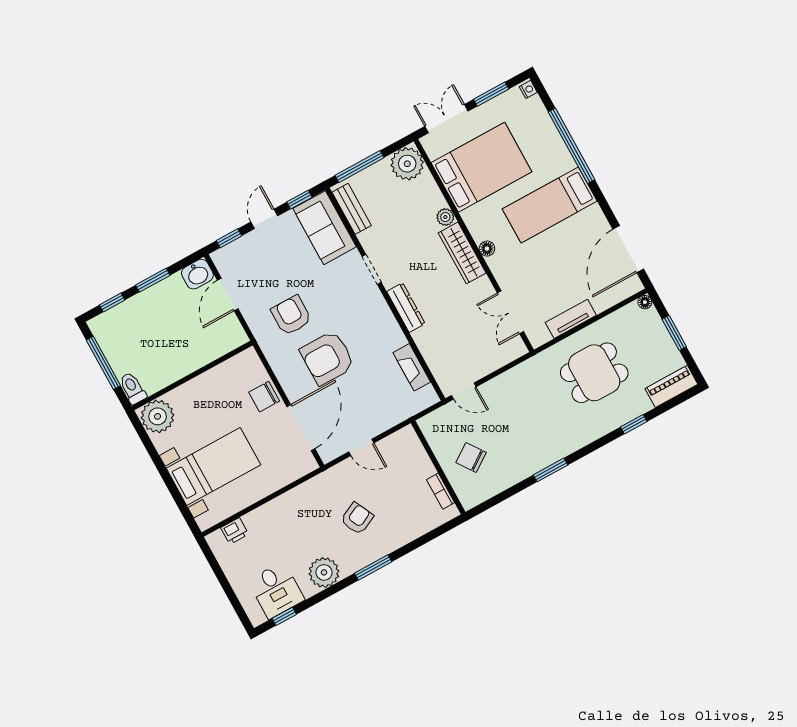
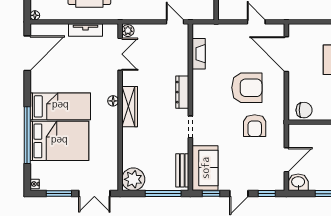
bed: (481, 167) -> (59, 141), moved, turned 180
plant: (445, 217) -> (128, 31), moved
chair: (264, 397) -> (304, 110), moved
door: (301, 428) -> (286, 54), hinge flipped

